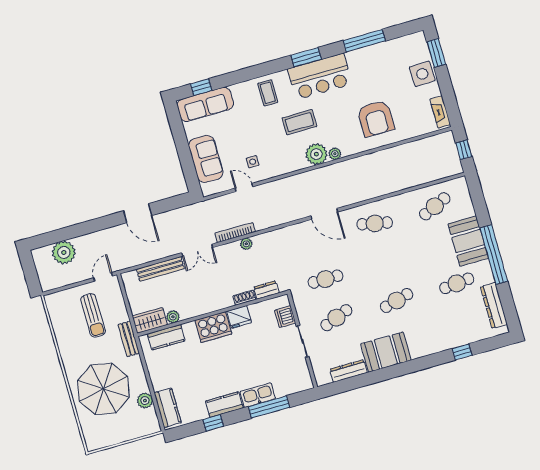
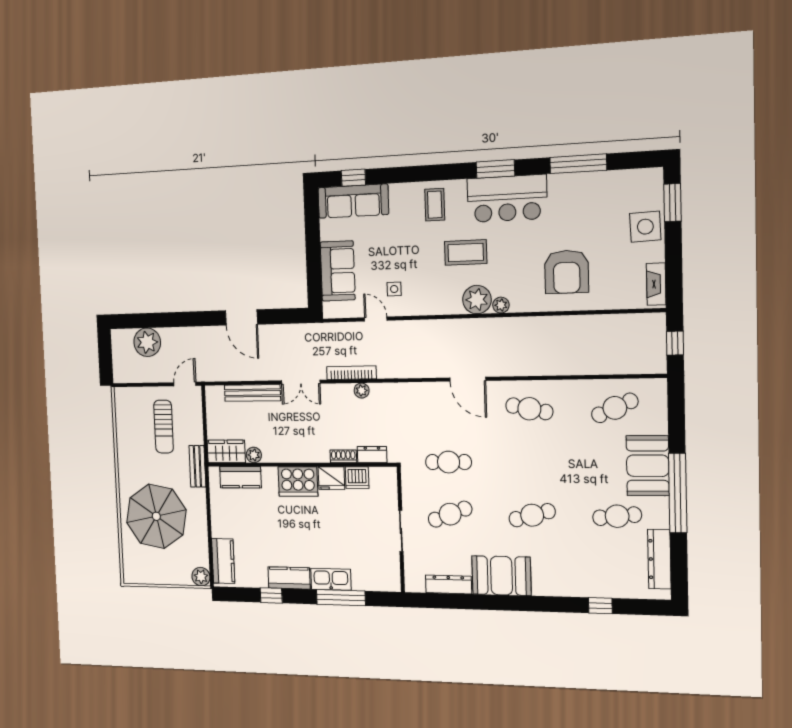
dishwasher: (285, 317) -> (357, 478), moved, turned -90
plant: (145, 401) -> (201, 577), moved

